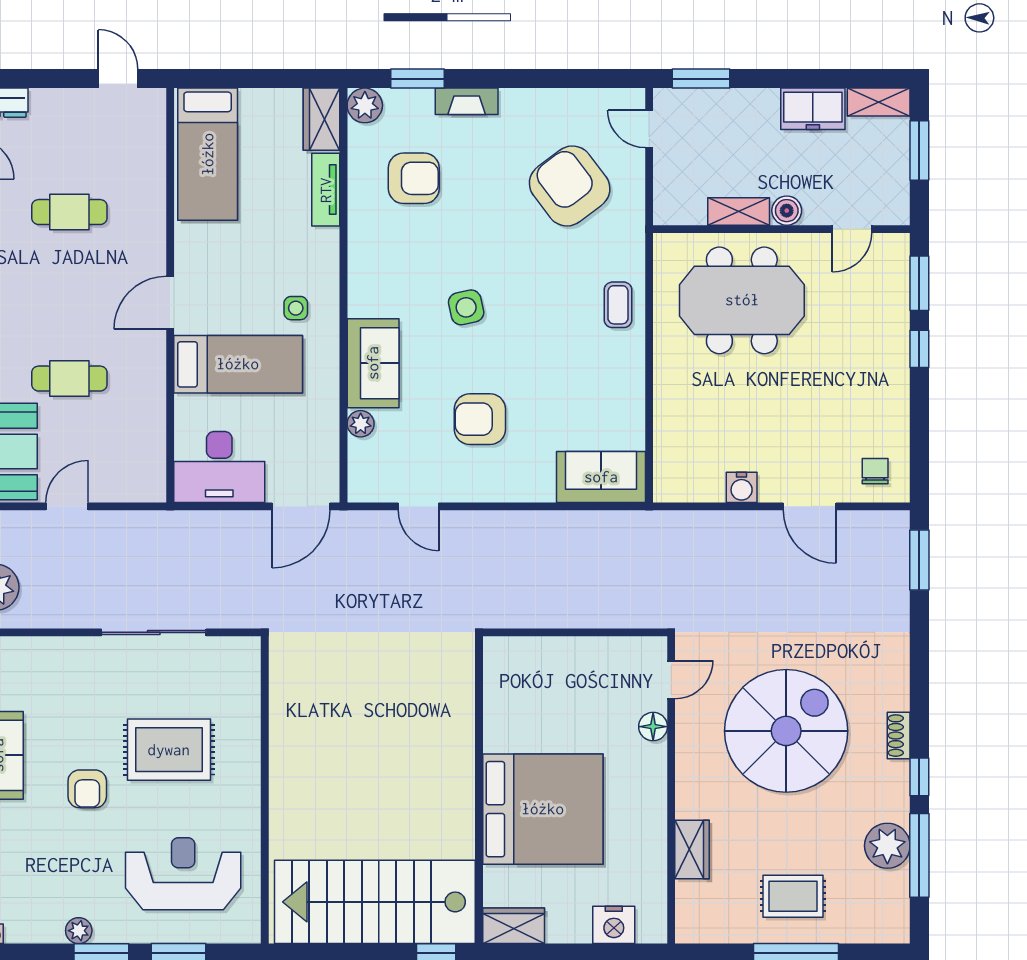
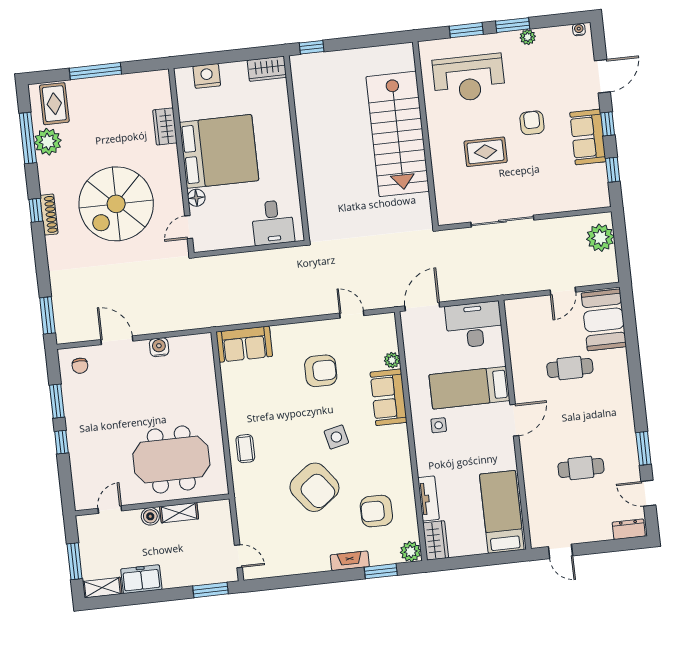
armchair: (570, 186) -> (314, 487), moved
window: (919, 283) -> (57, 401), moved
desk: (532, 672) -> (273, 222), added
shoe rack: (899, 736) -> (49, 215), width x1.43
rug: (169, 750) -> (486, 152), width x0.73, depth x0.70
window: (919, 777) -> (36, 210), moved
bed: (543, 809) -> (219, 151), moved, turned 180
rug: (793, 896) -> (54, 104), moved, turned 90
stairs: (375, 902) -> (398, 134), moved, turned 90

